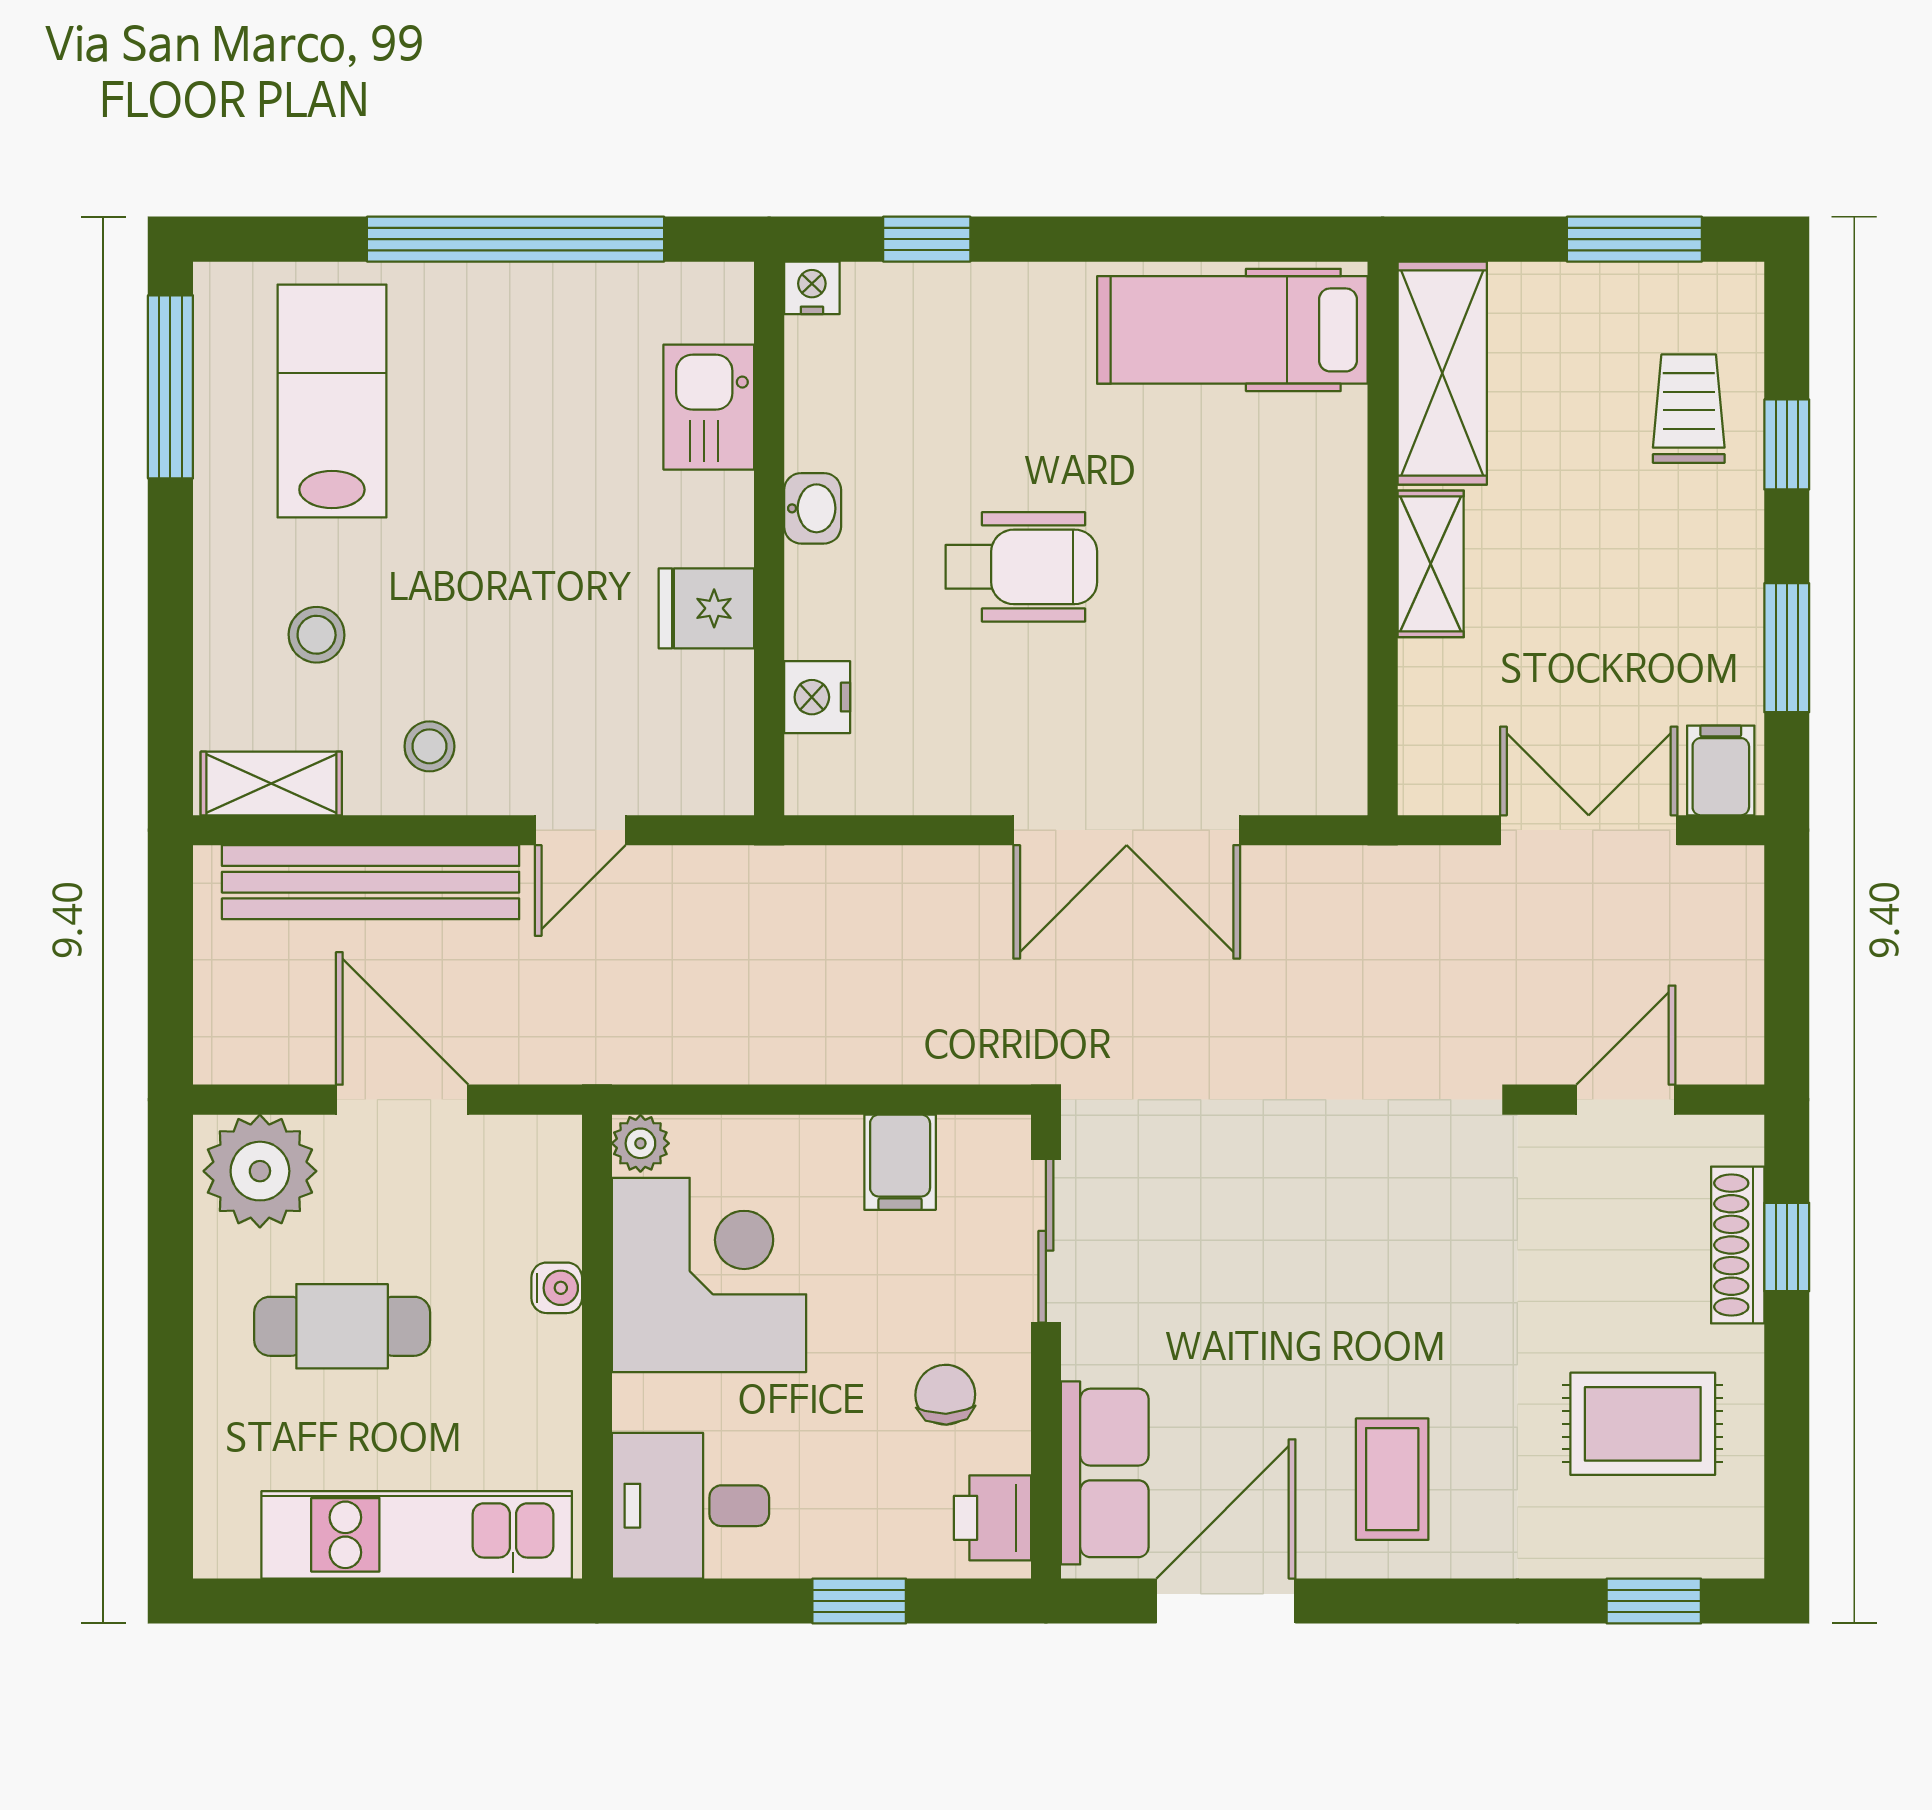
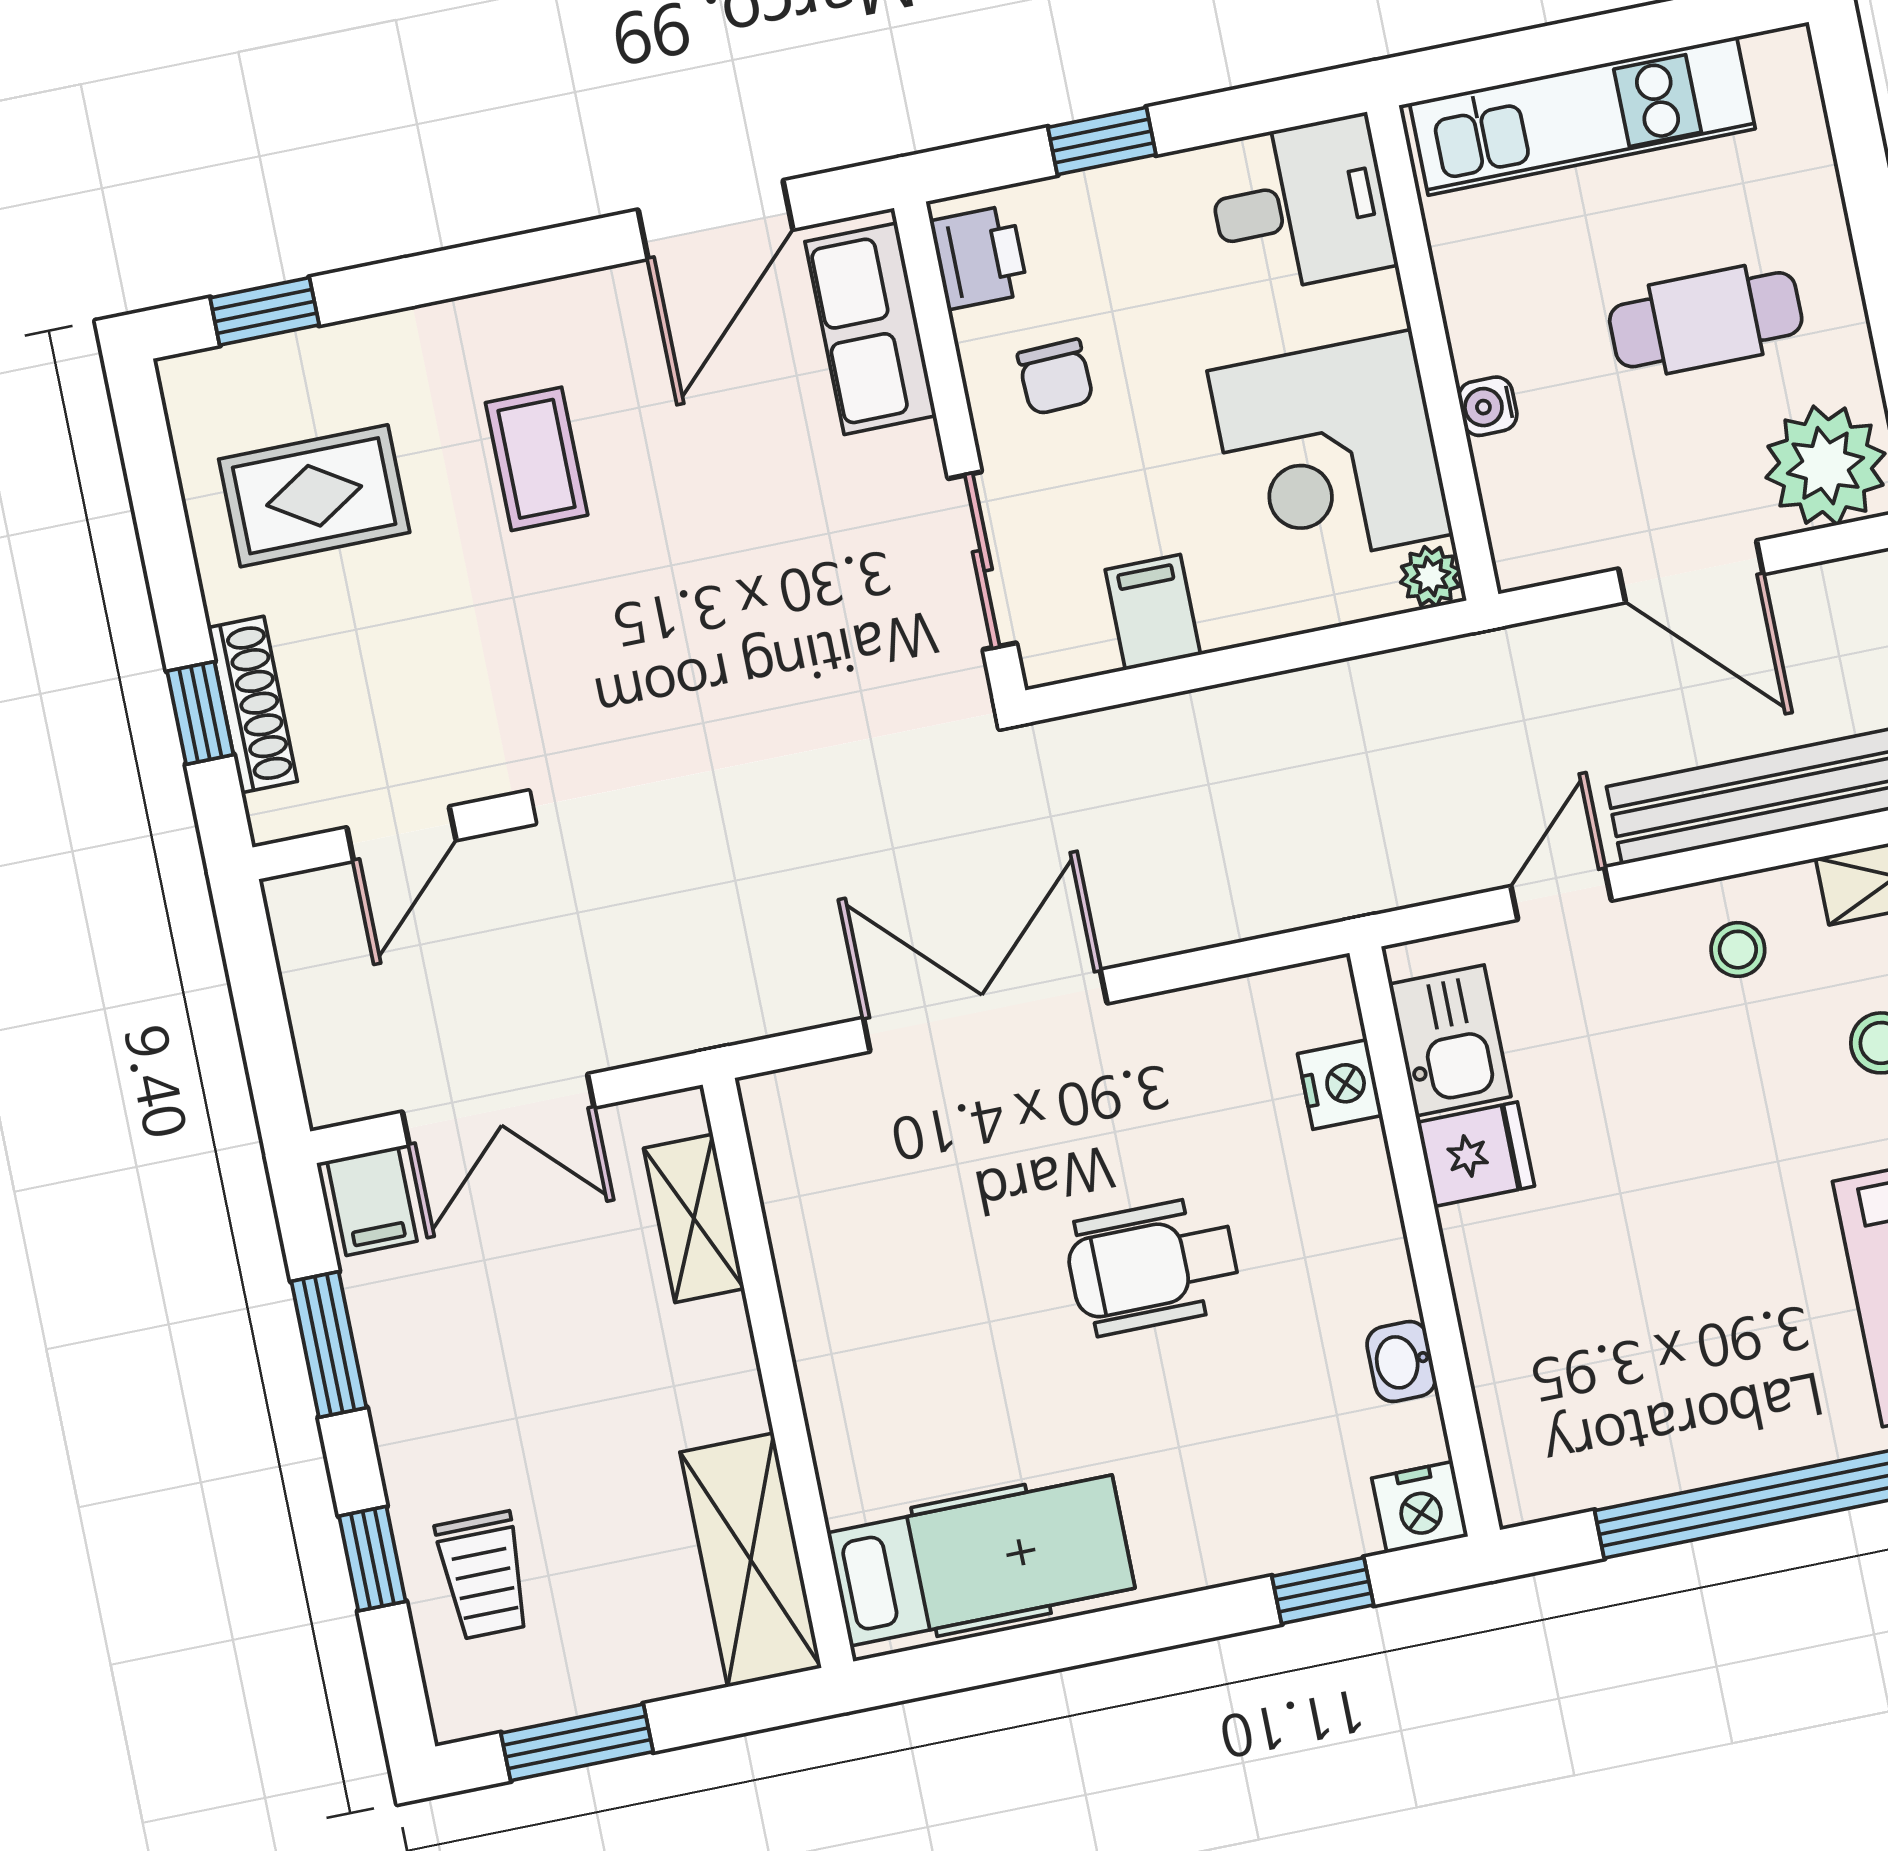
nightstand: (812, 288) -> (1420, 1507), width x1.39, depth x1.35
kitchen sink: (709, 407) -> (1450, 1040), moved
washbasin: (813, 508) -> (1401, 1361), moved
shelving: (1431, 564) -> (694, 1218), moved
coffee table: (1392, 1479) -> (537, 459), moved

